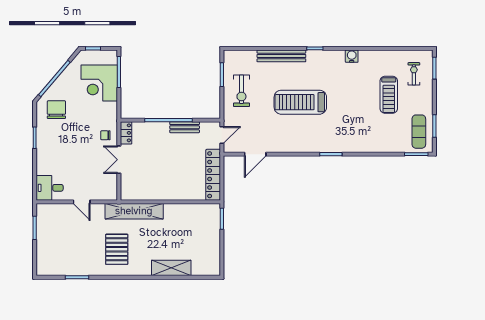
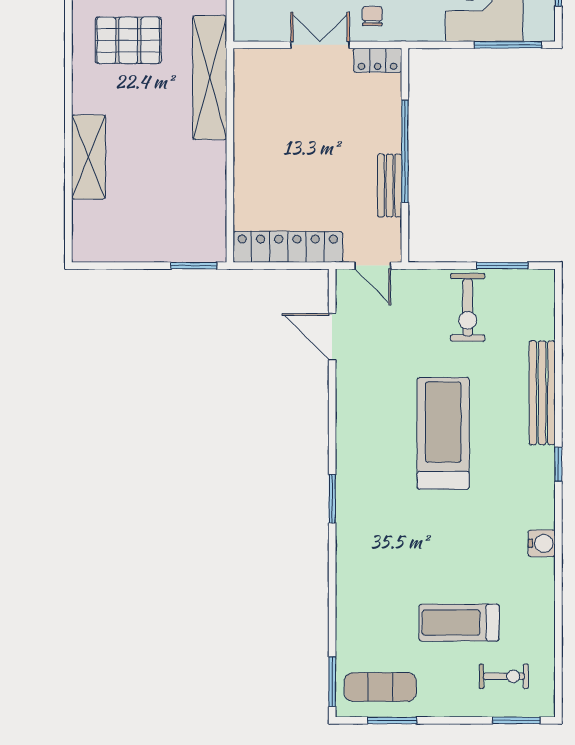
exercise bike: (241, 91) -> (468, 307), turned -90

